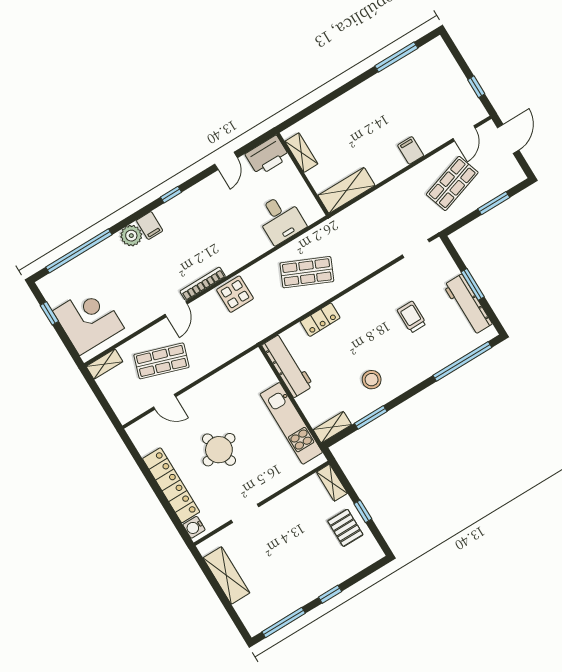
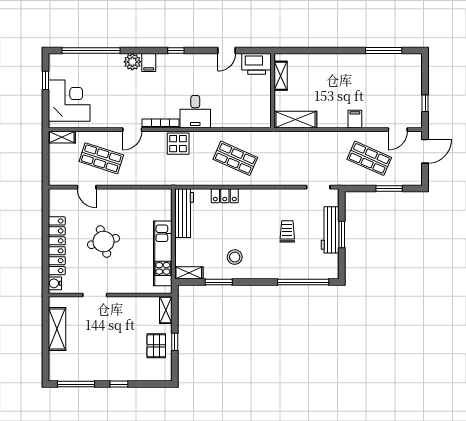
shop shelf: (452, 183) -> (369, 158), turned 42
desk: (280, 219) -> (195, 112), moved
workbench: (468, 305) -> (330, 230), moved

